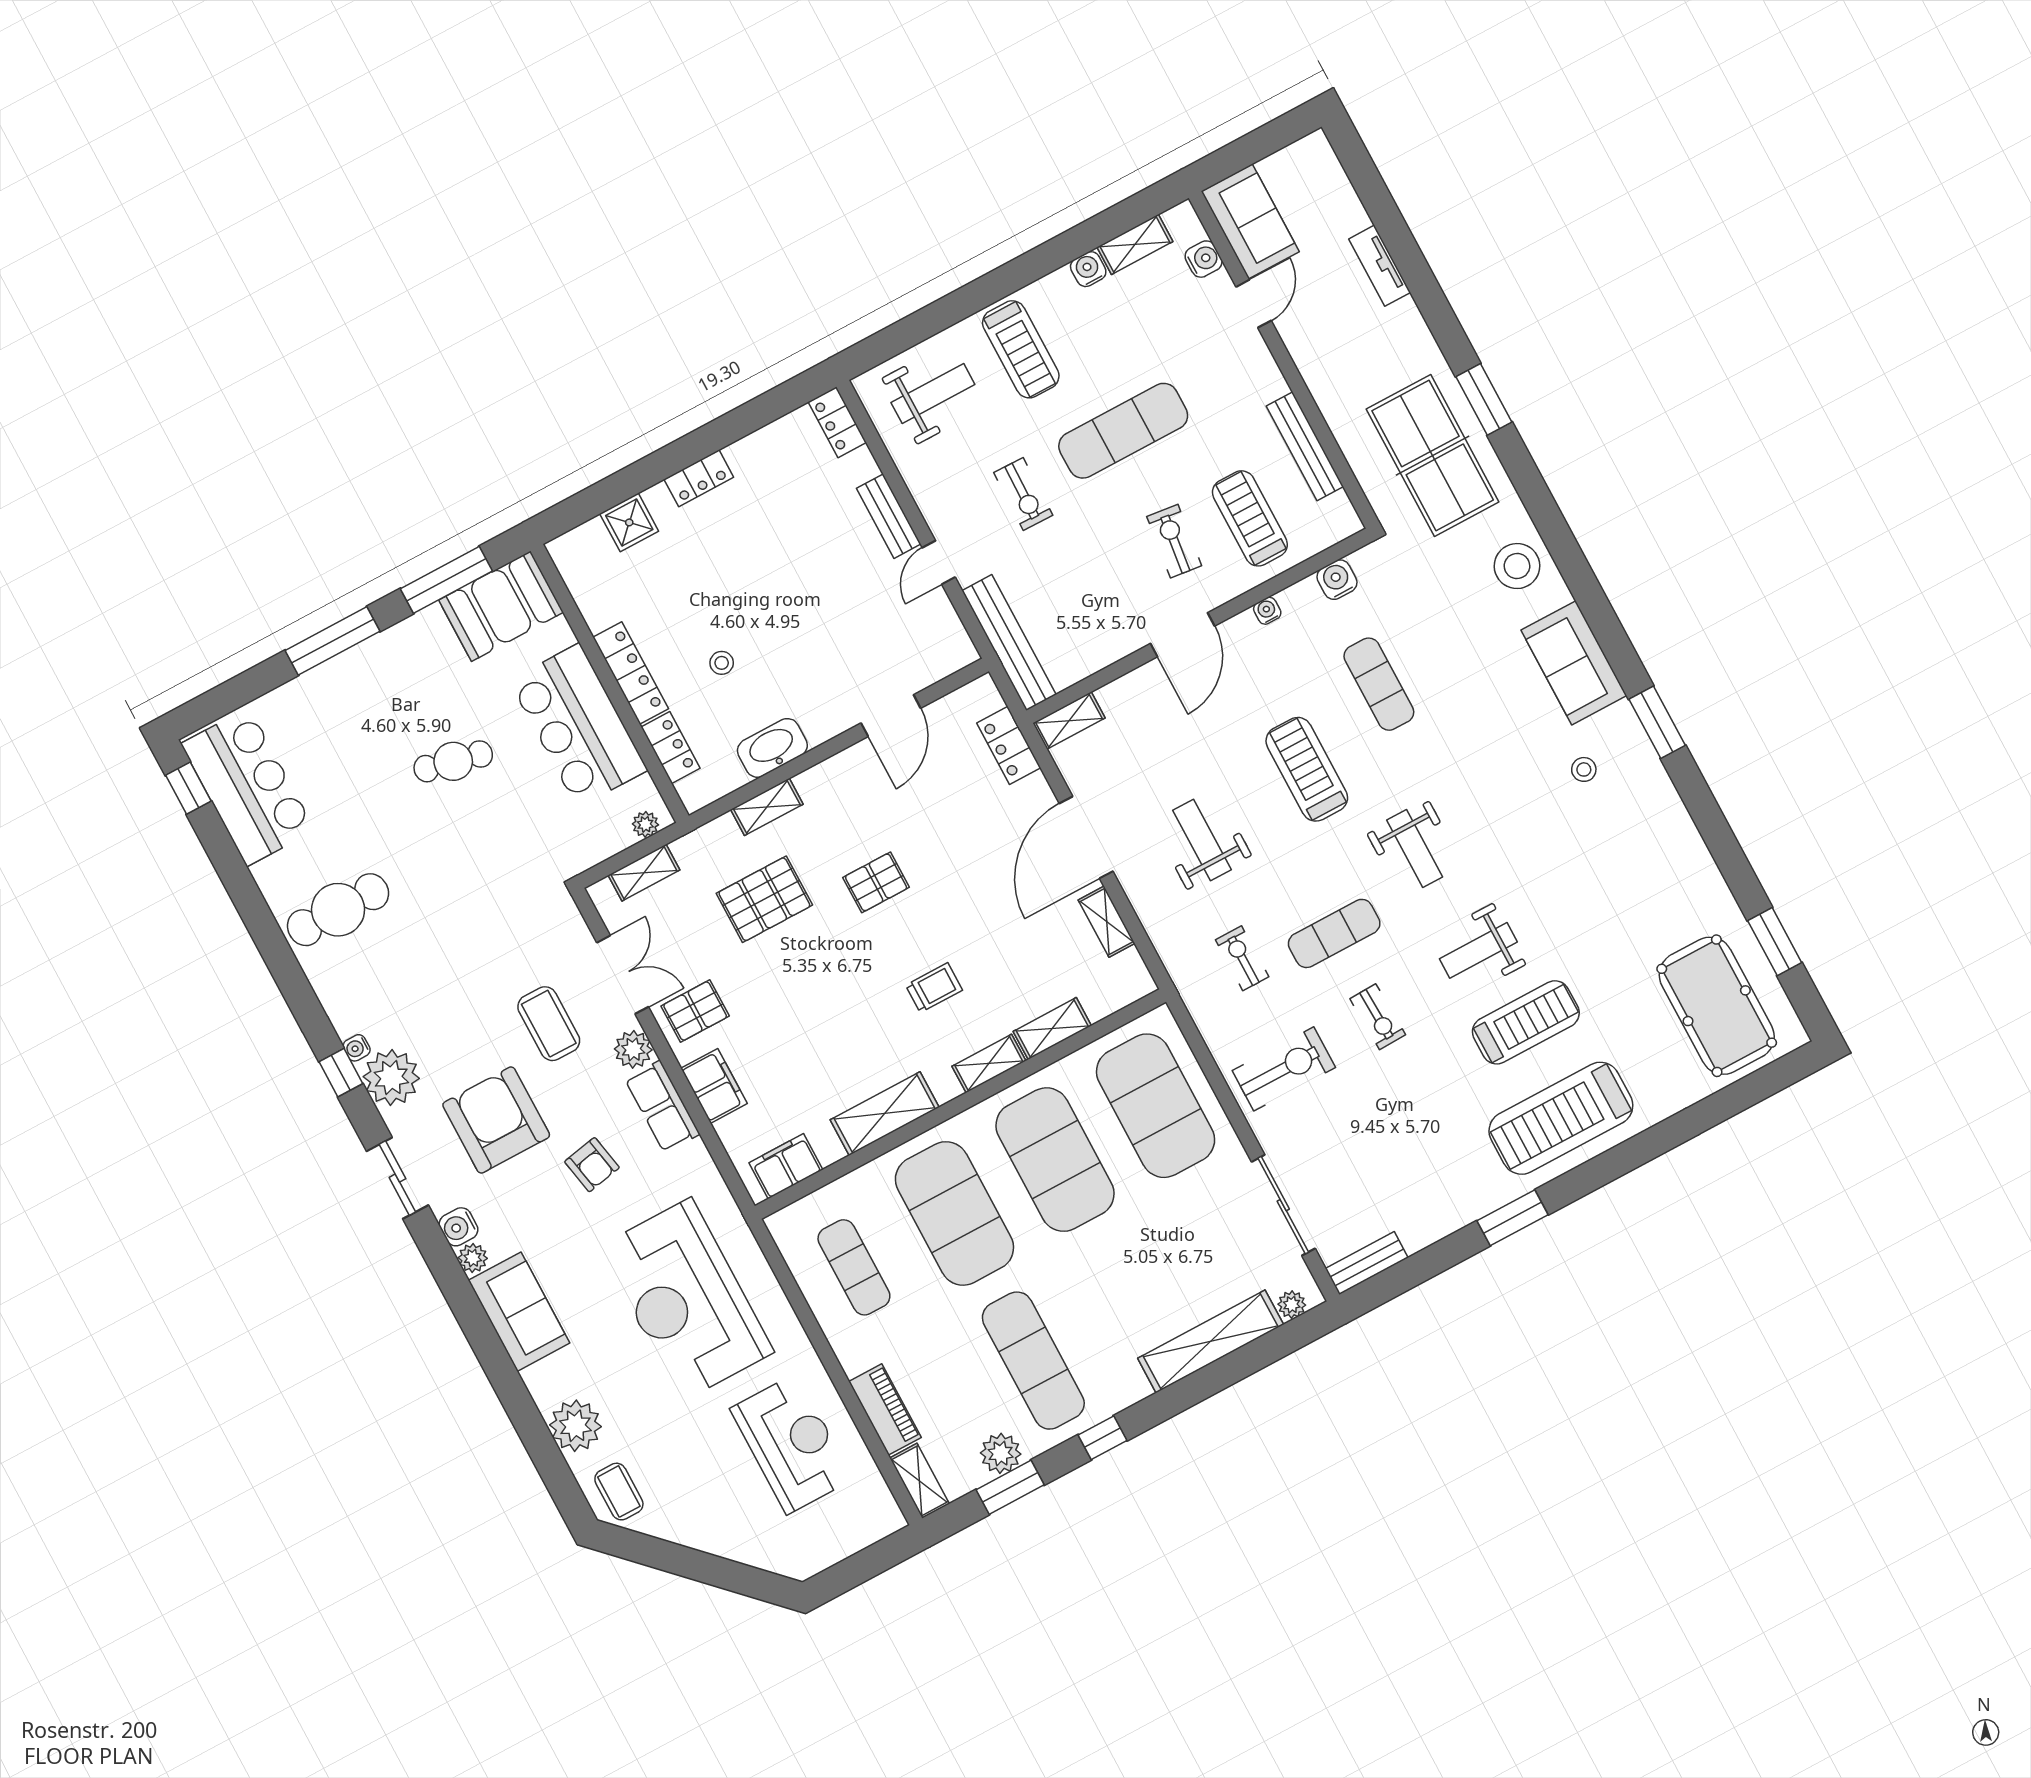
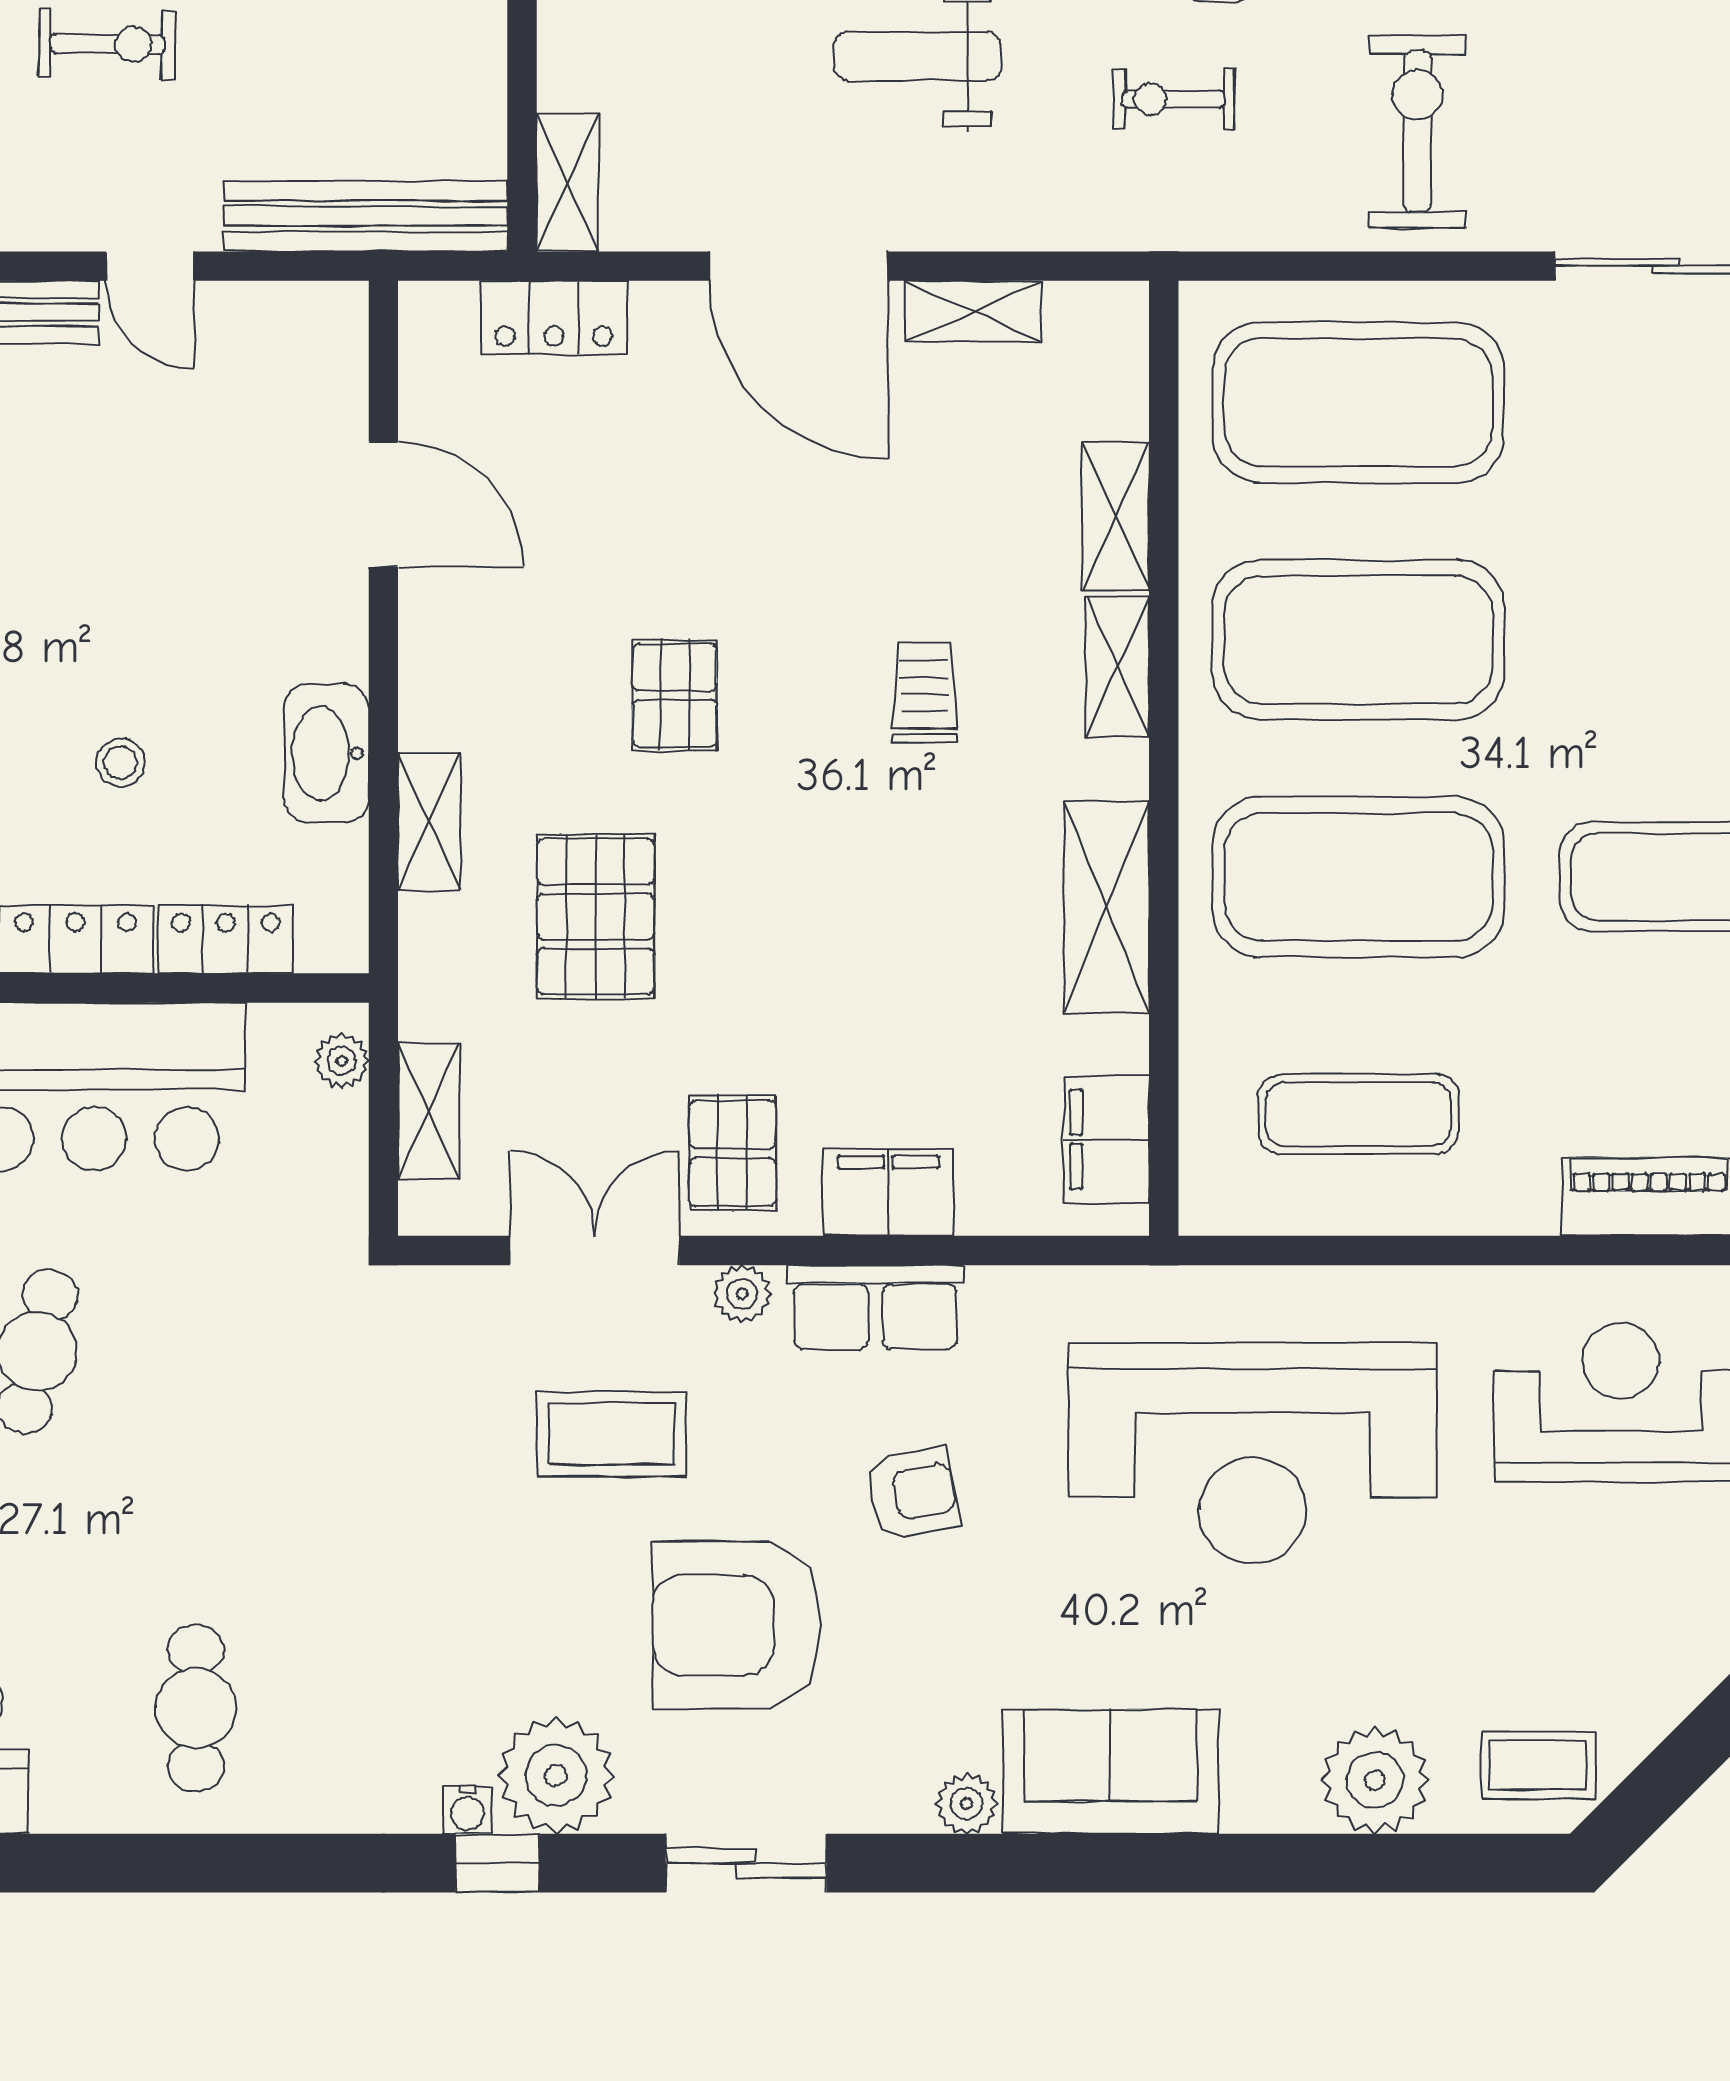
cafe table: (338, 910) -> (196, 1708), width x0.73, depth x0.74
plant: (633, 1049) -> (742, 1294), width x0.73, depth x0.73
water cooler: (459, 1227) -> (896, 1799), removed

